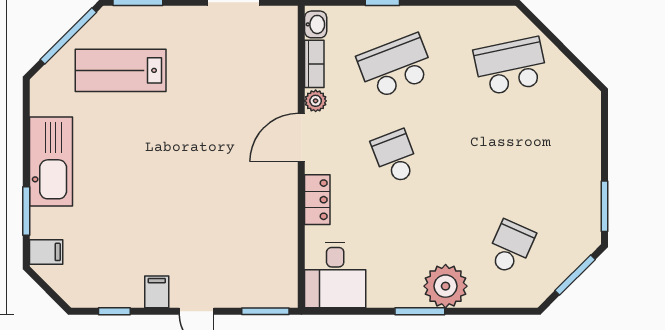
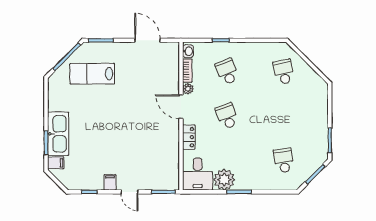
school desk: (395, 66) -> (227, 72), width x0.54
school desk: (511, 66) -> (284, 72), width x0.54
door: (301, 138) -> (181, 107), hinge flipped
kitchen sink: (51, 162) -> (58, 134), moved
school desk: (511, 247) -> (284, 161), turned -33
plant: (446, 286) -> (224, 180), moved

